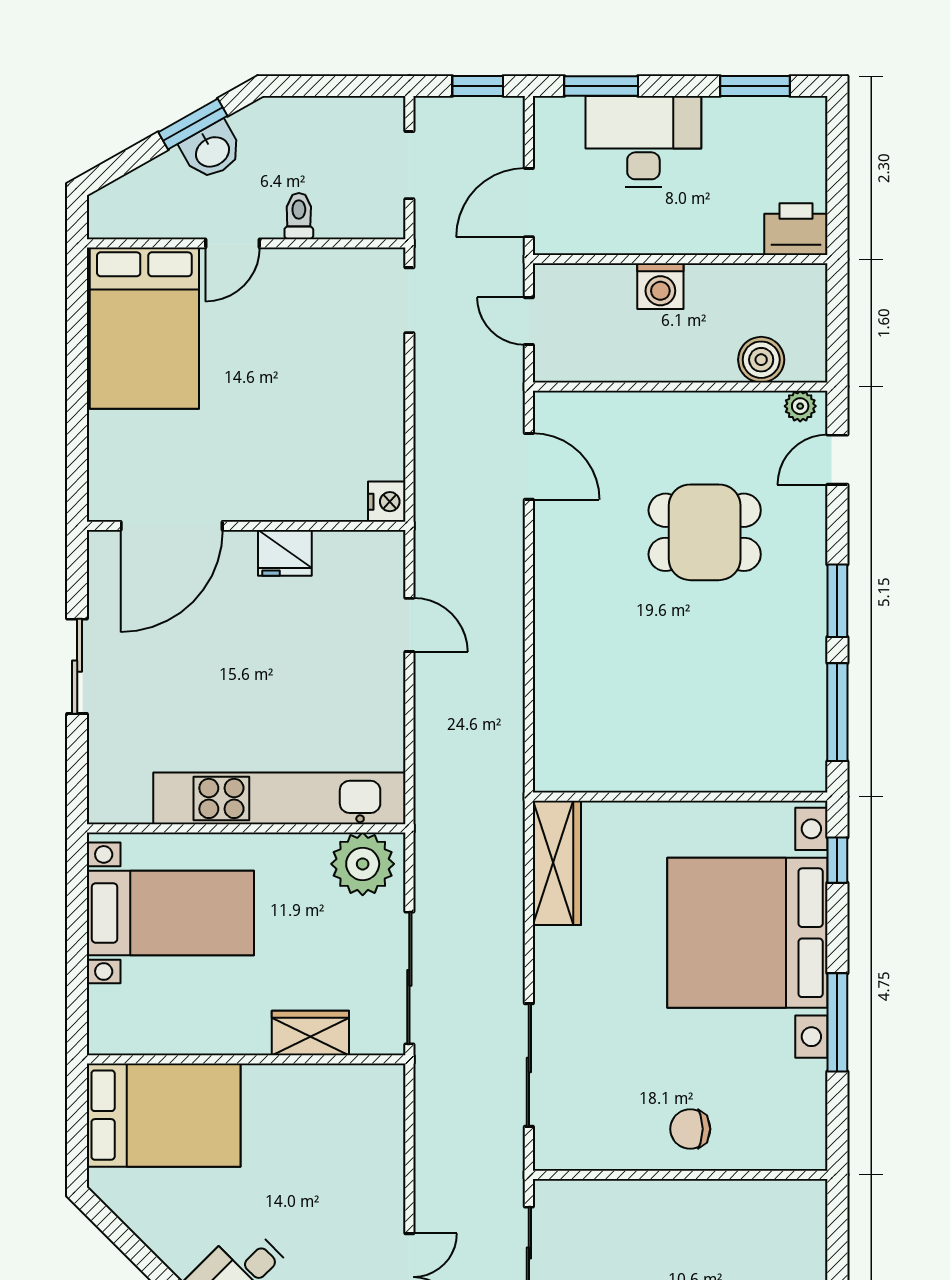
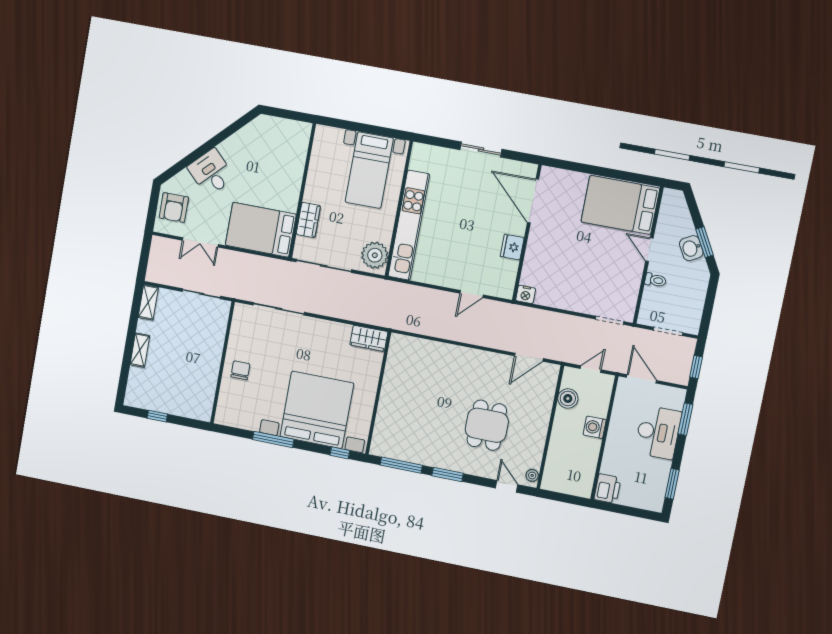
boiler: (761, 360) -> (568, 398), moved
wardrobe: (557, 863) -> (369, 338), width x0.67
bed: (164, 1115) -> (261, 230), moved, turned 90

